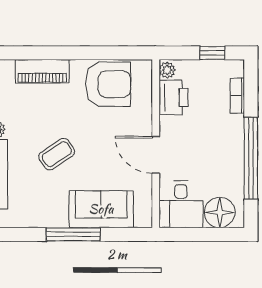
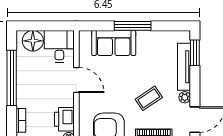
coffee table: (57, 154) -> (149, 98), moved

